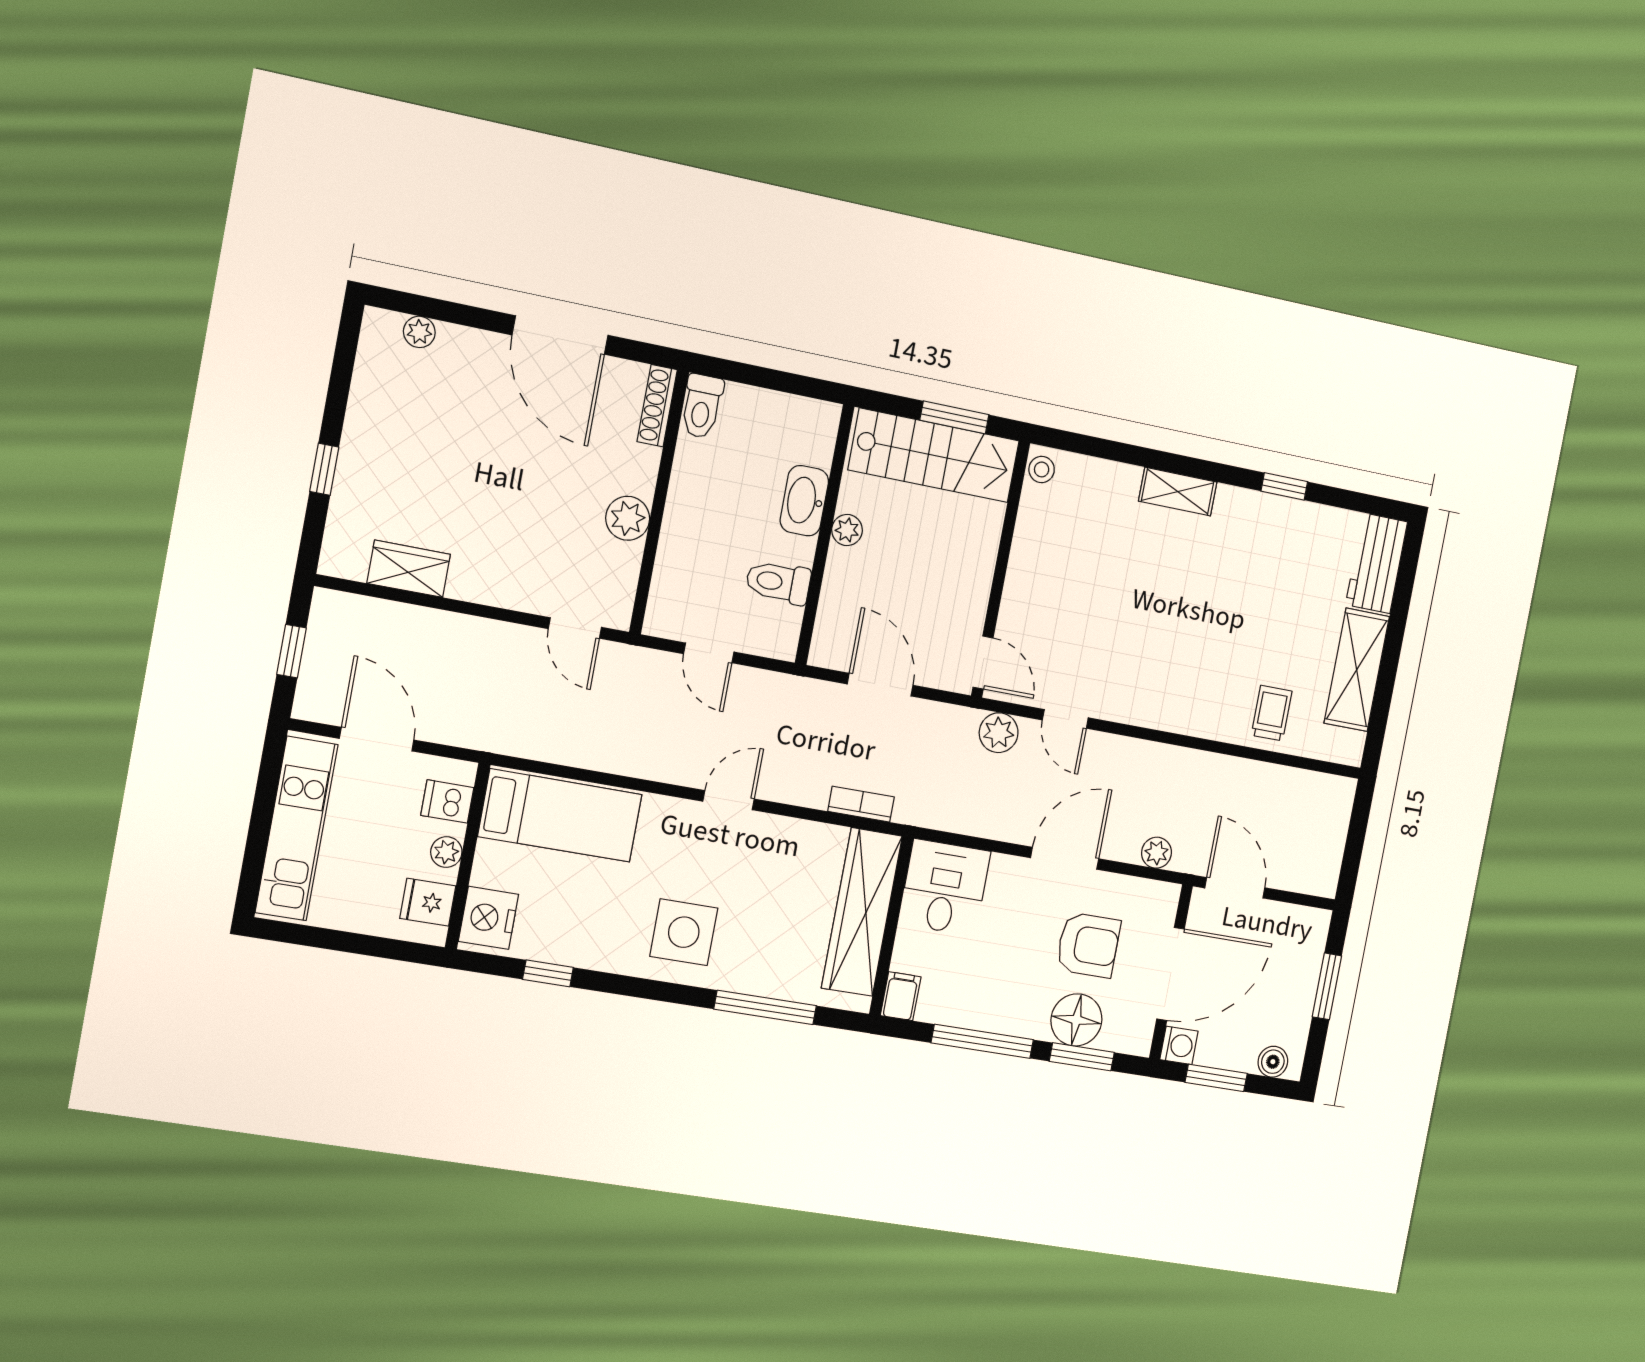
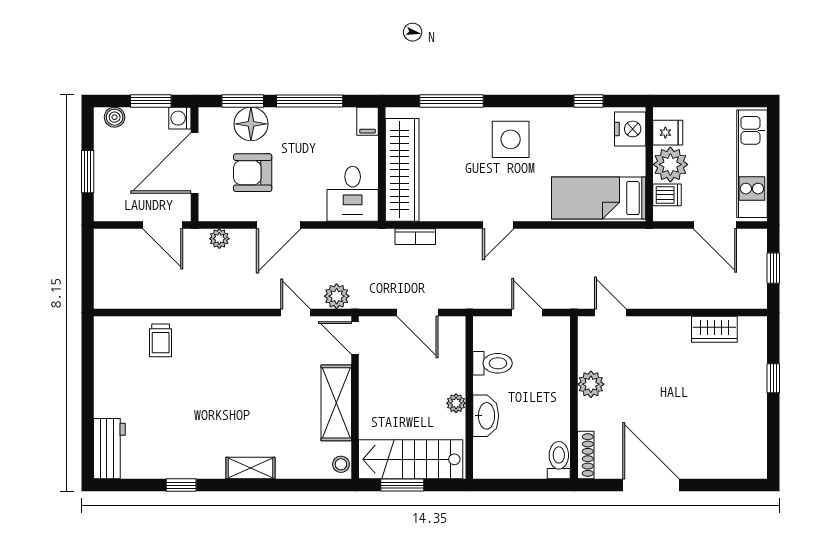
plant: (419, 332) -> (733, 470), removed
shelving: (1357, 670) -> (336, 403), moved
plant: (446, 852) -> (670, 164), width x1.88, depth x1.88

